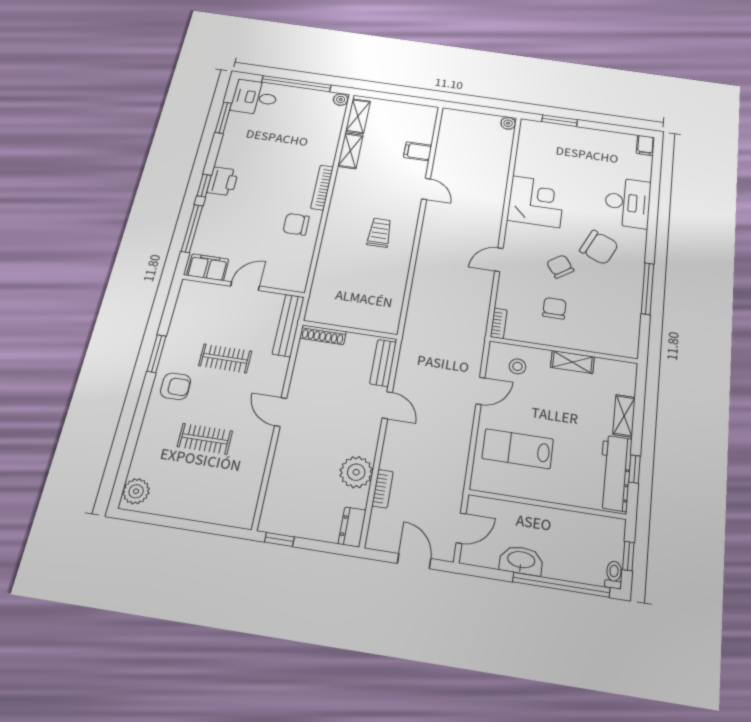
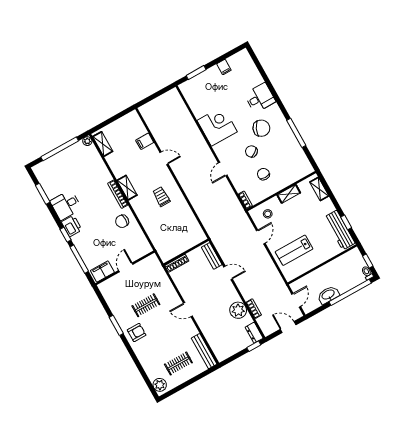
desk: (255, 97) -> (66, 205), moved
plant: (508, 123) -> (174, 93), removed
filing cabinet: (645, 145) -> (224, 67), moved
shelving: (350, 151) -> (127, 188), moved
desk: (628, 203) -> (260, 98), width x0.73
bench: (288, 325) -> (204, 351), moved
shelving: (624, 416) -> (319, 189), moved
clothes rail: (205, 439) -> (178, 363), moved
window: (279, 539) -> (254, 346), moved

